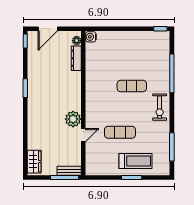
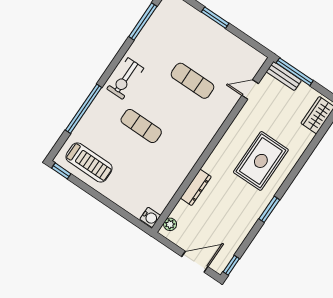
dresser: (76, 58) -> (196, 187), moved
exercise bike: (160, 107) -> (125, 79), turned 180
rug: (49, 113) -> (261, 161), added
plant: (73, 119) -> (237, 134), removed
door: (83, 135) -> (250, 90), moved
treadmill: (135, 161) -> (89, 162), moved, turned 180

